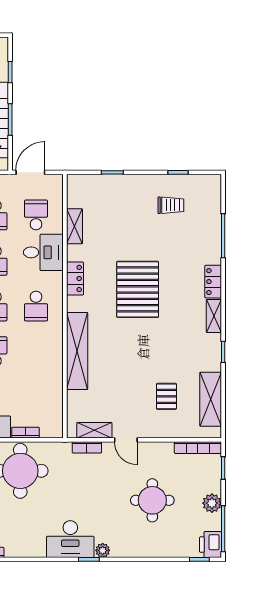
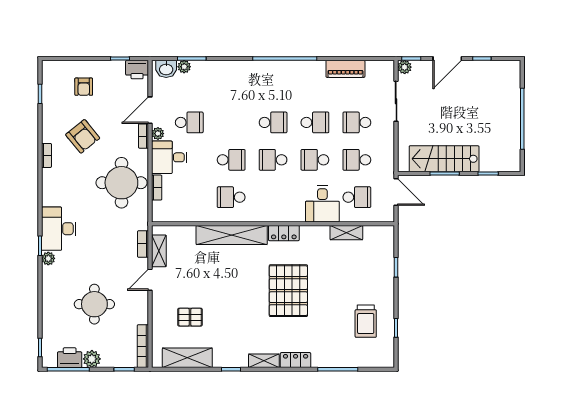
trolley: (171, 205) -> (366, 321), width x1.36, depth x1.39
locker: (75, 278) -> (284, 233), moved
pallet: (138, 289) -> (288, 291), turned 90
school desk: (36, 306) -> (231, 197), moved
printer: (211, 545) -> (70, 358), moved

